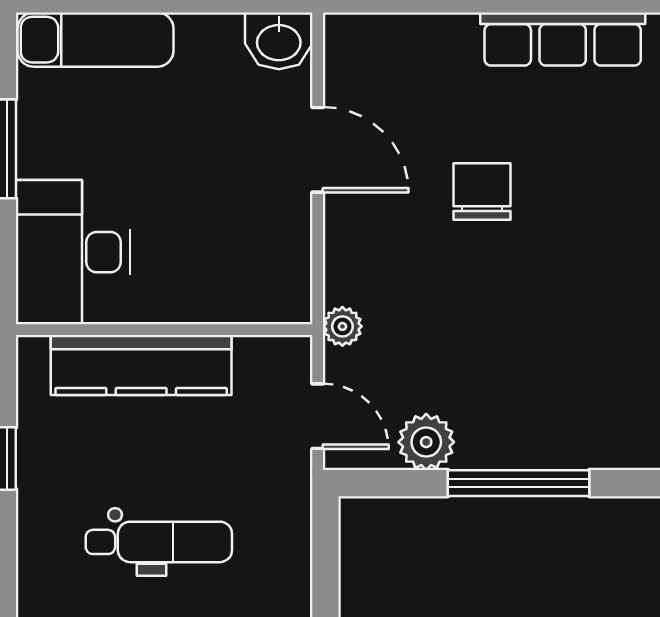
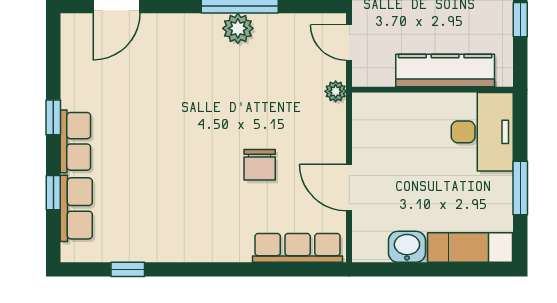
row of seats: (563, 39) -> (298, 248), moved
washbasin: (279, 41) -> (407, 247), moved
plant: (426, 442) -> (238, 28), moved

